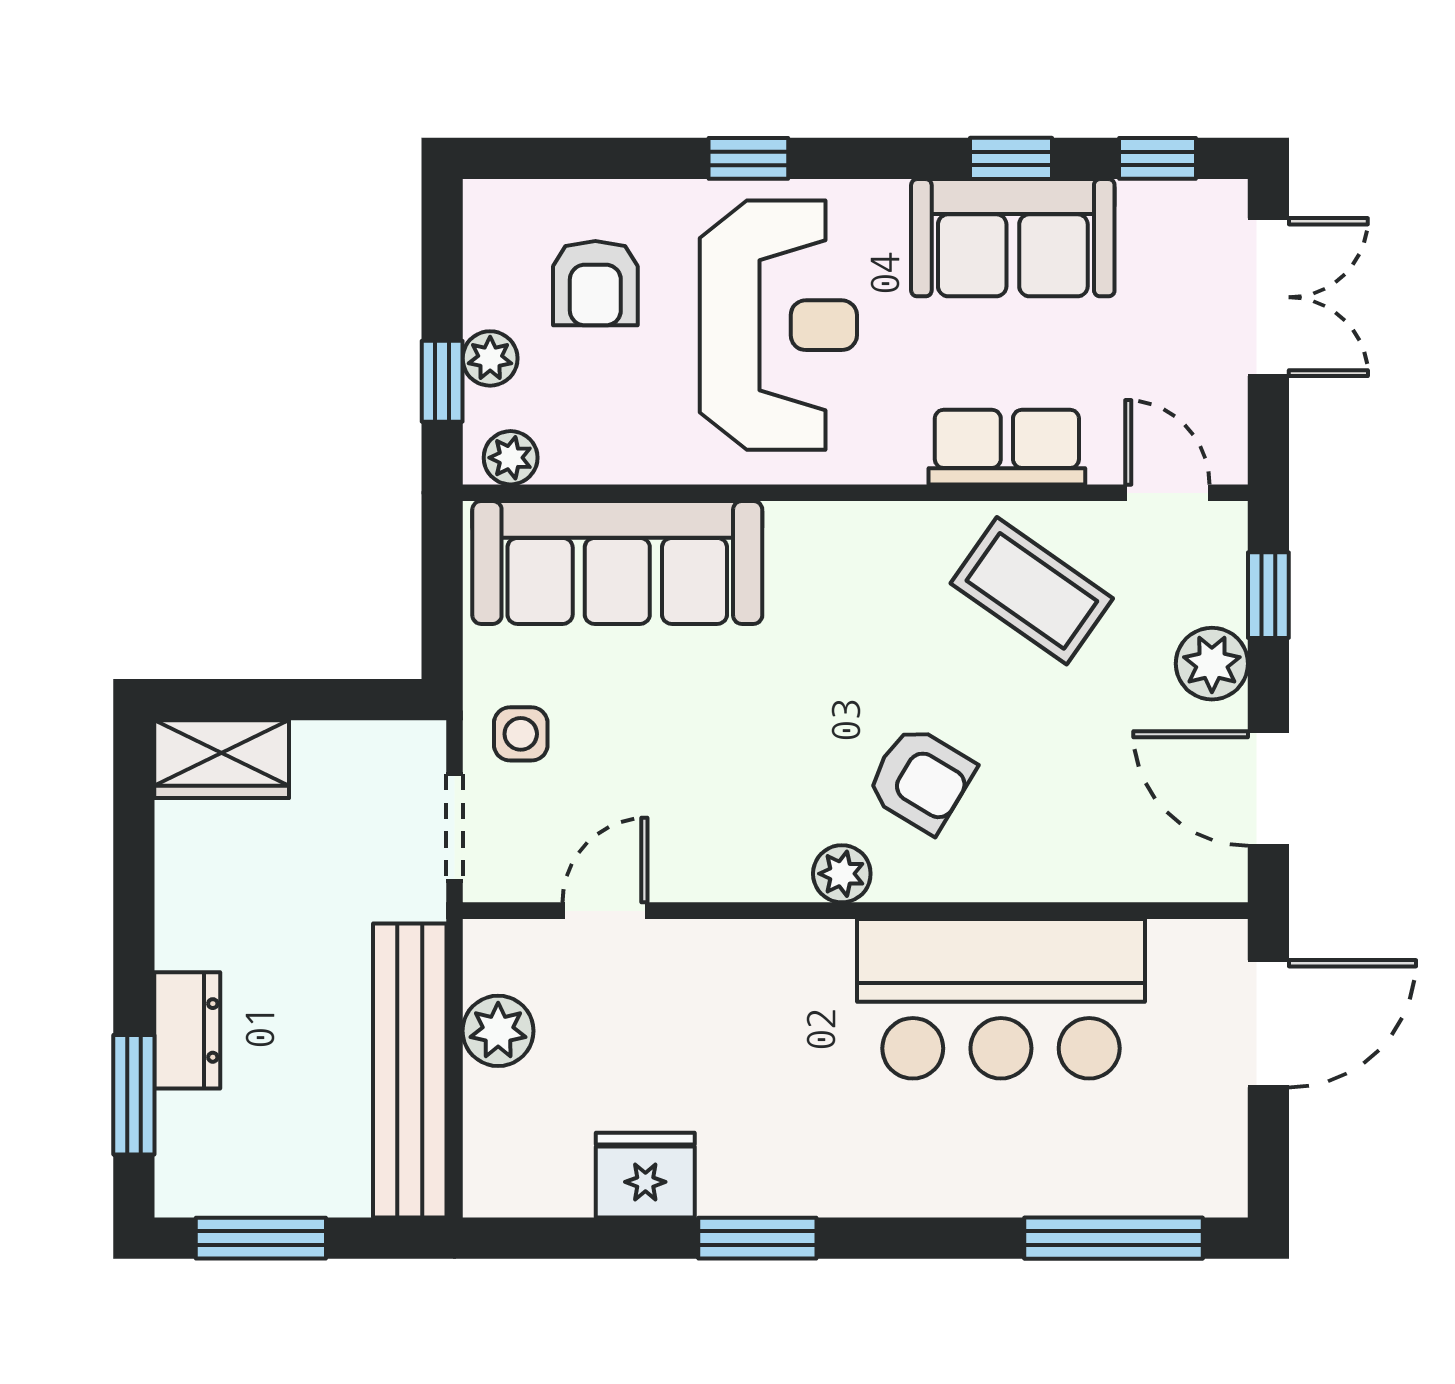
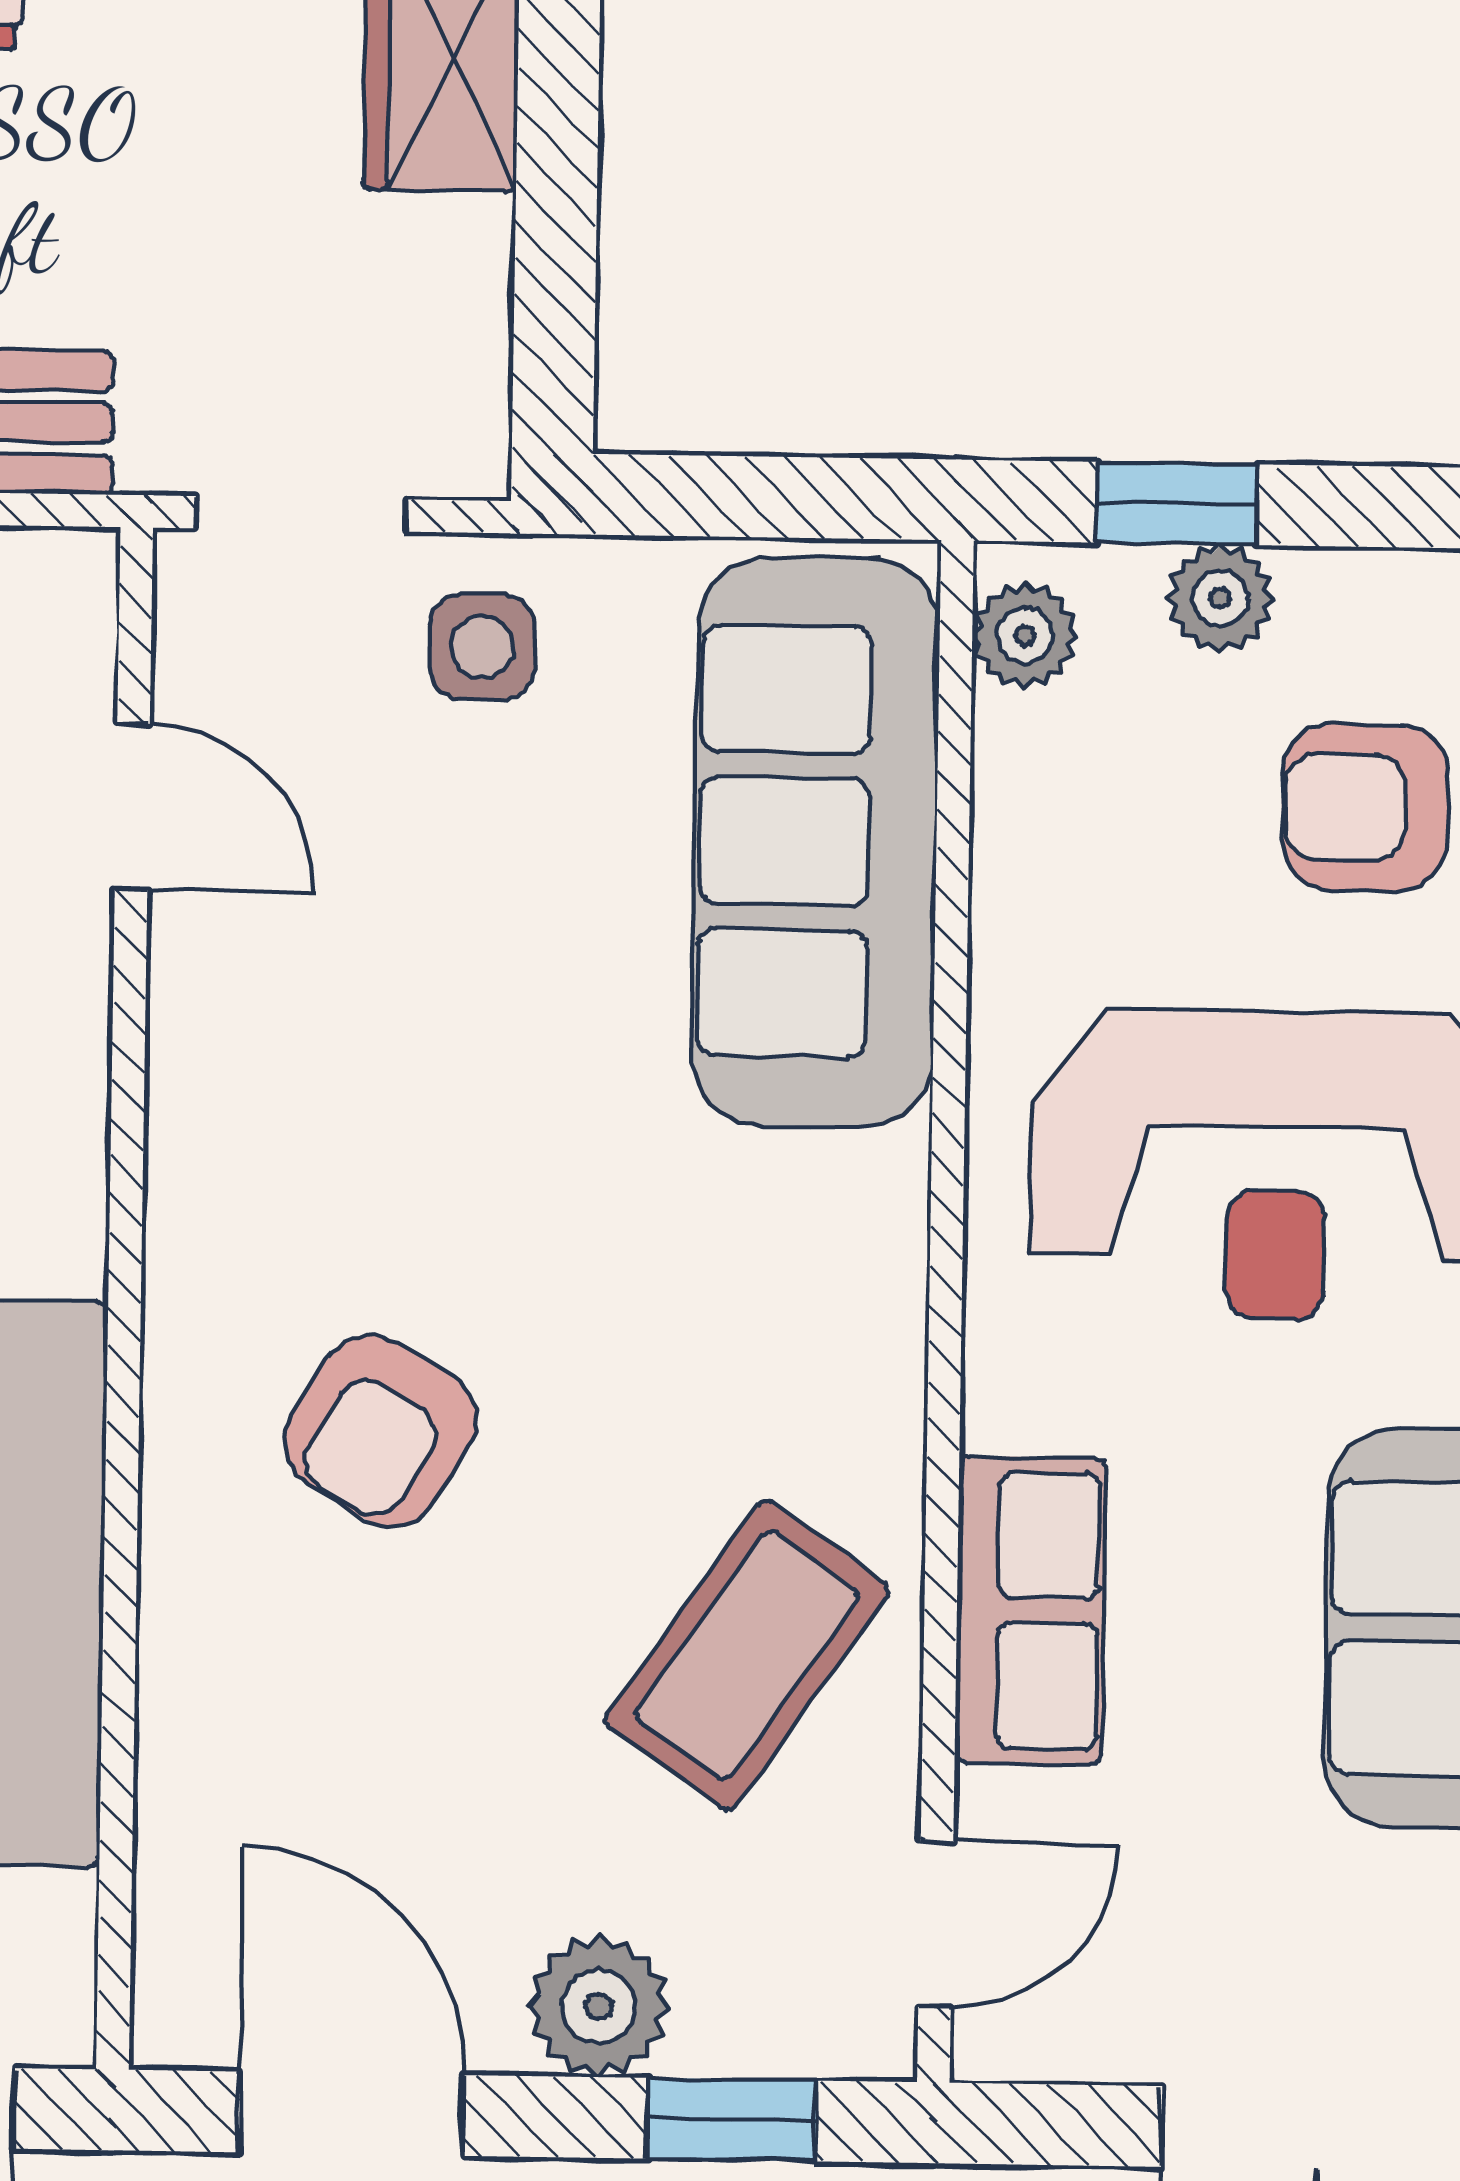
door: (1268, 788) -> (352, 2114), hinge flipped
plant: (842, 874) -> (197, 1273), removed

